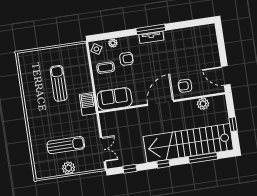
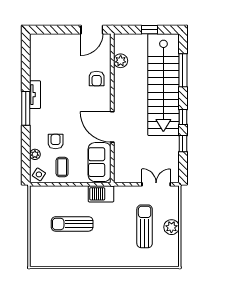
tv unit: (151, 37) -> (35, 95), moved
door: (161, 103) -> (112, 127), moved
window: (130, 169) -> (183, 144), moved

